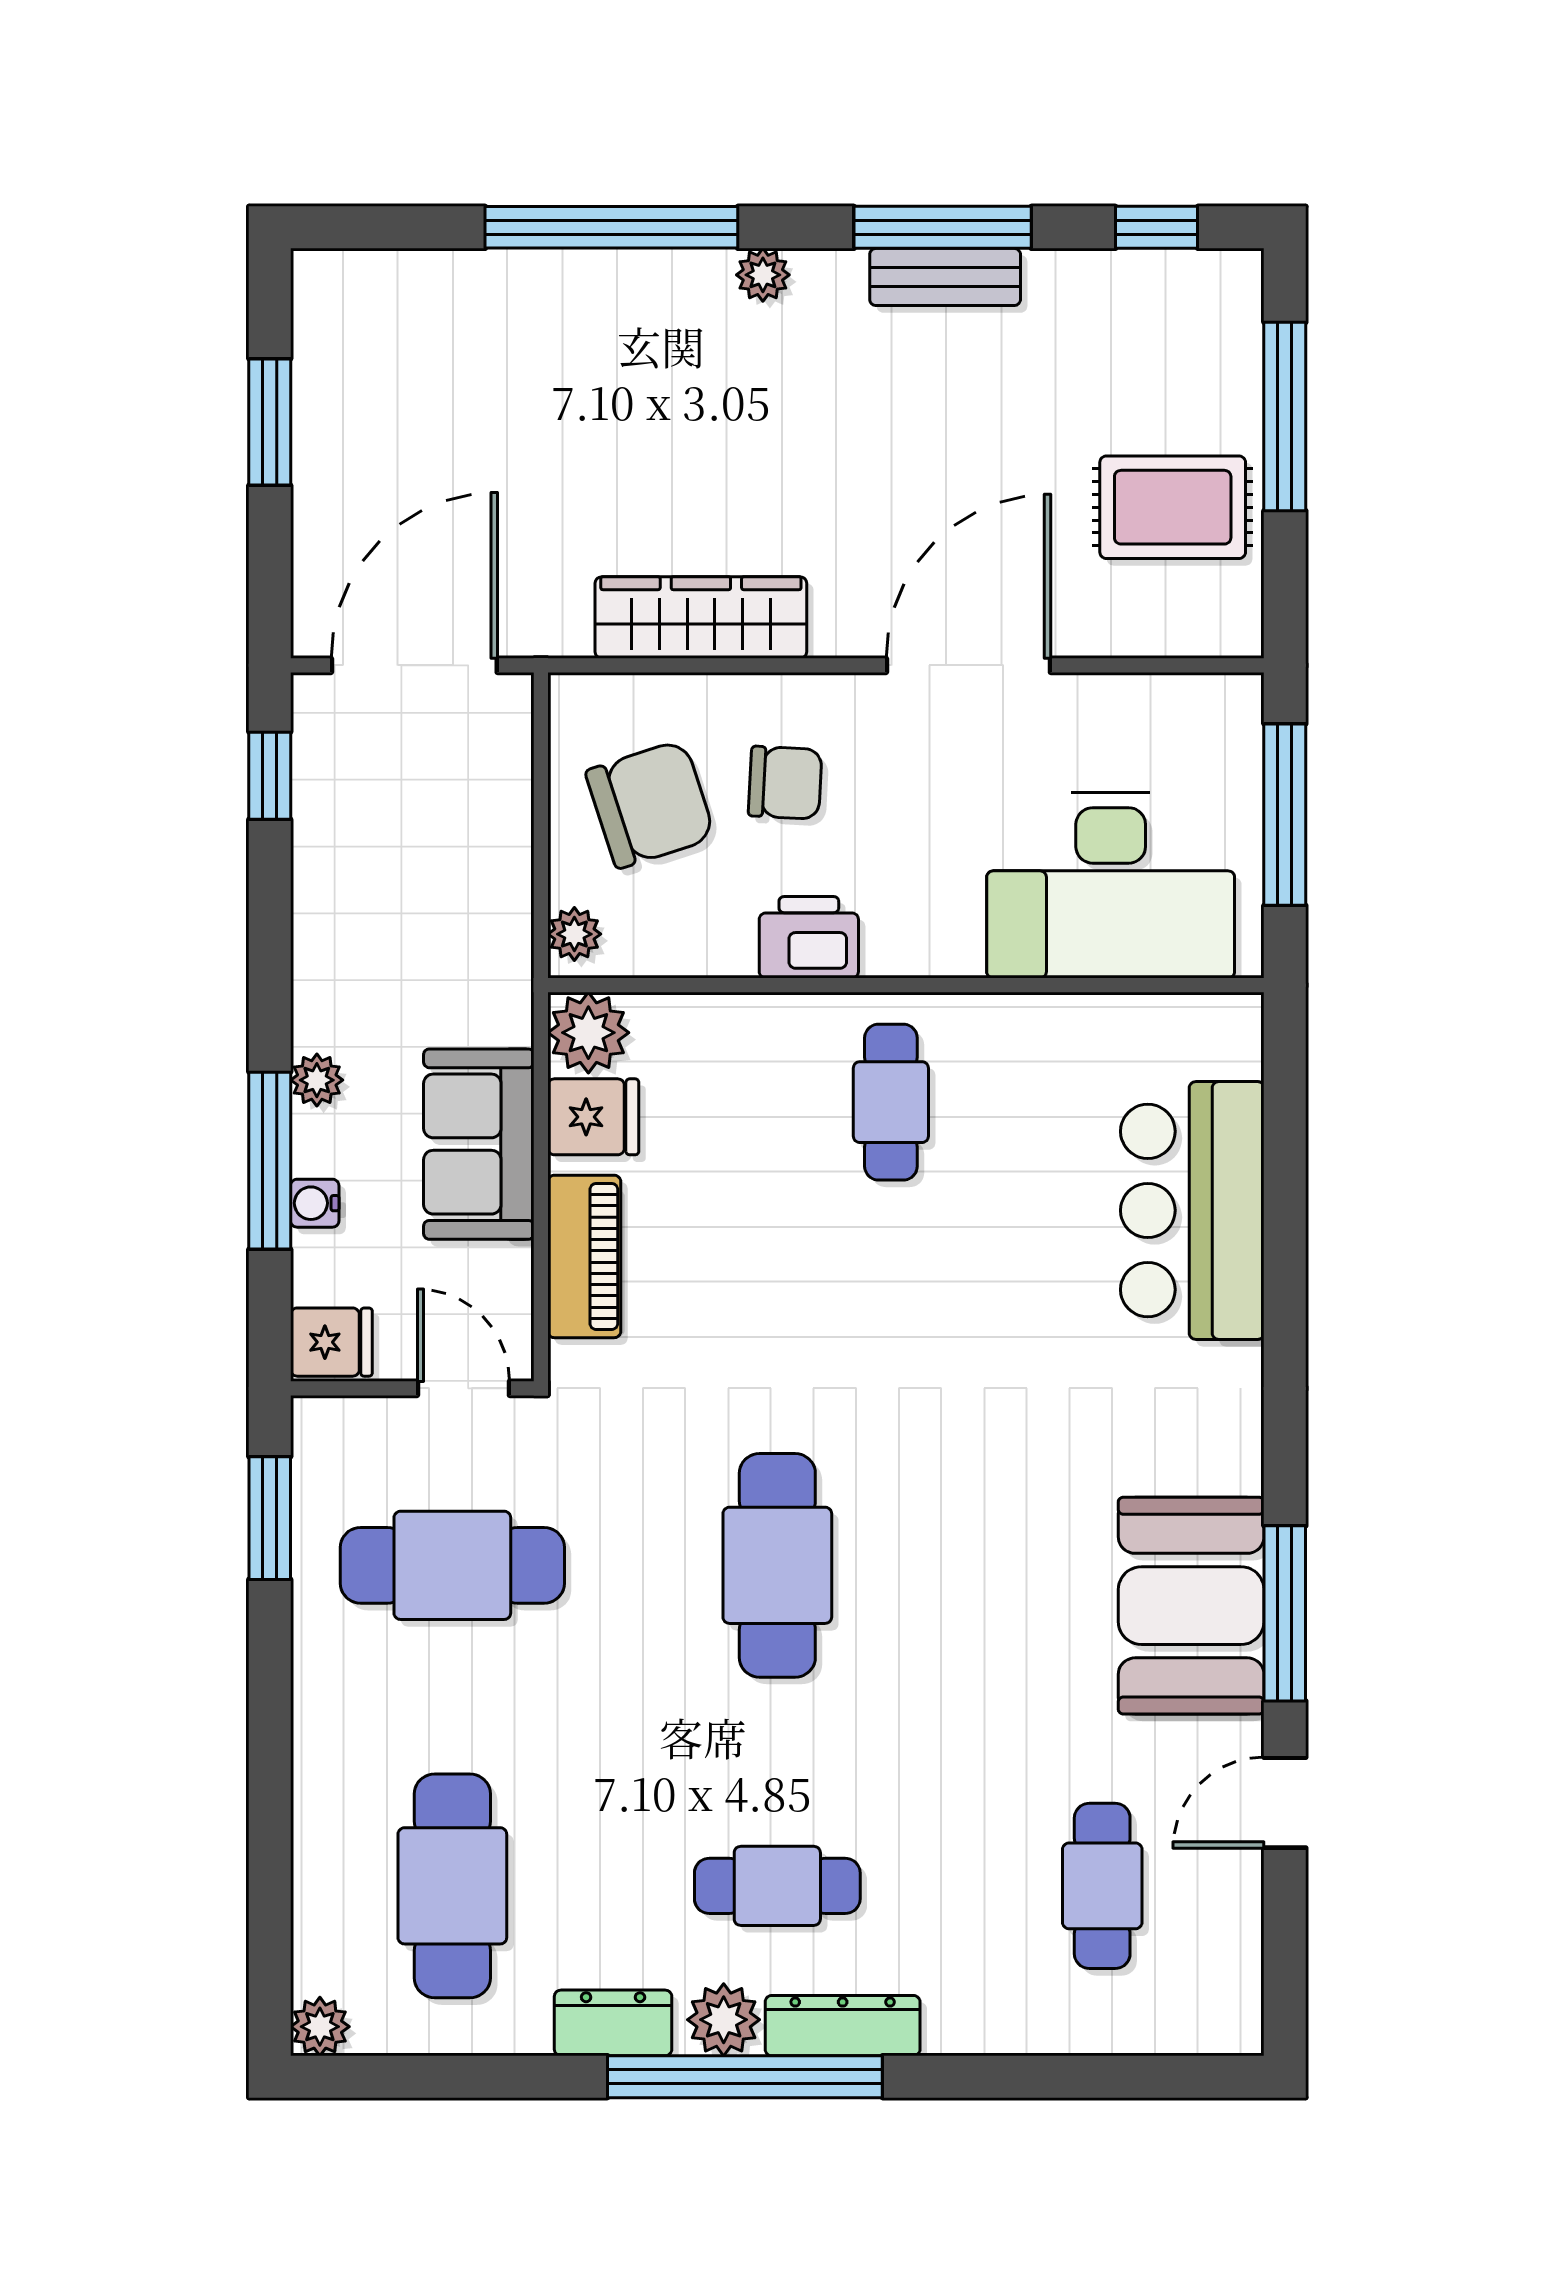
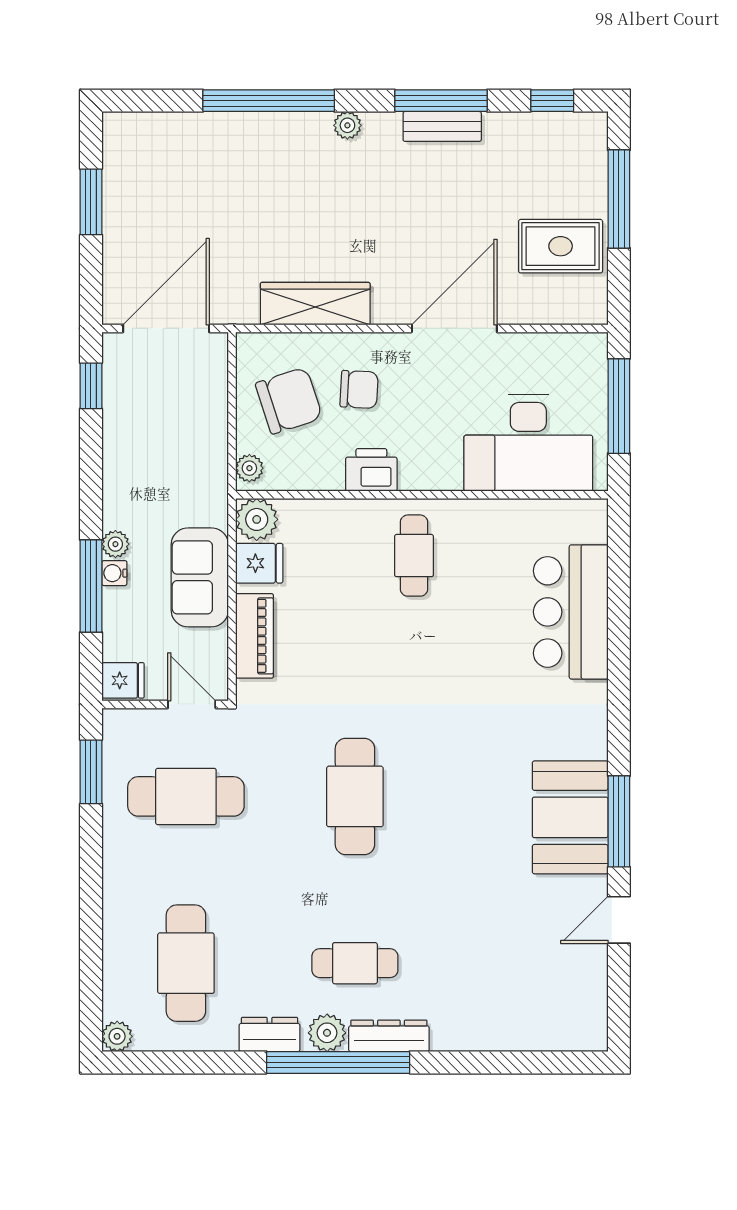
water cooler: (315, 1203) -> (114, 573), moved
cafe table: (1102, 1886) -> (524, 963), removed

